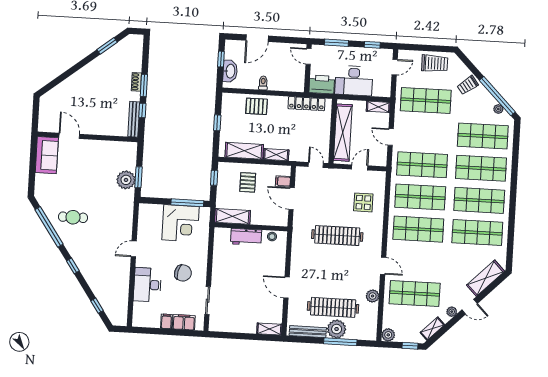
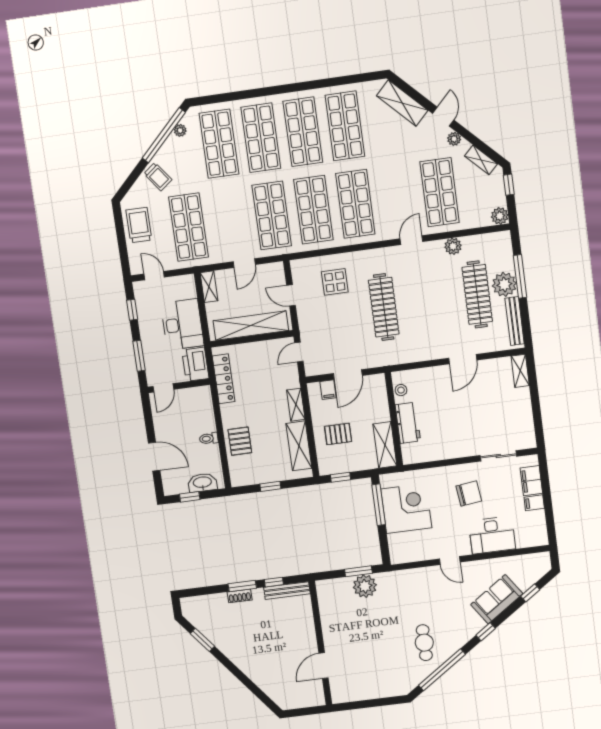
sofa: (47, 155) -> (497, 599), moved, turned -35
chair: (183, 273) -> (469, 494), turned 70

